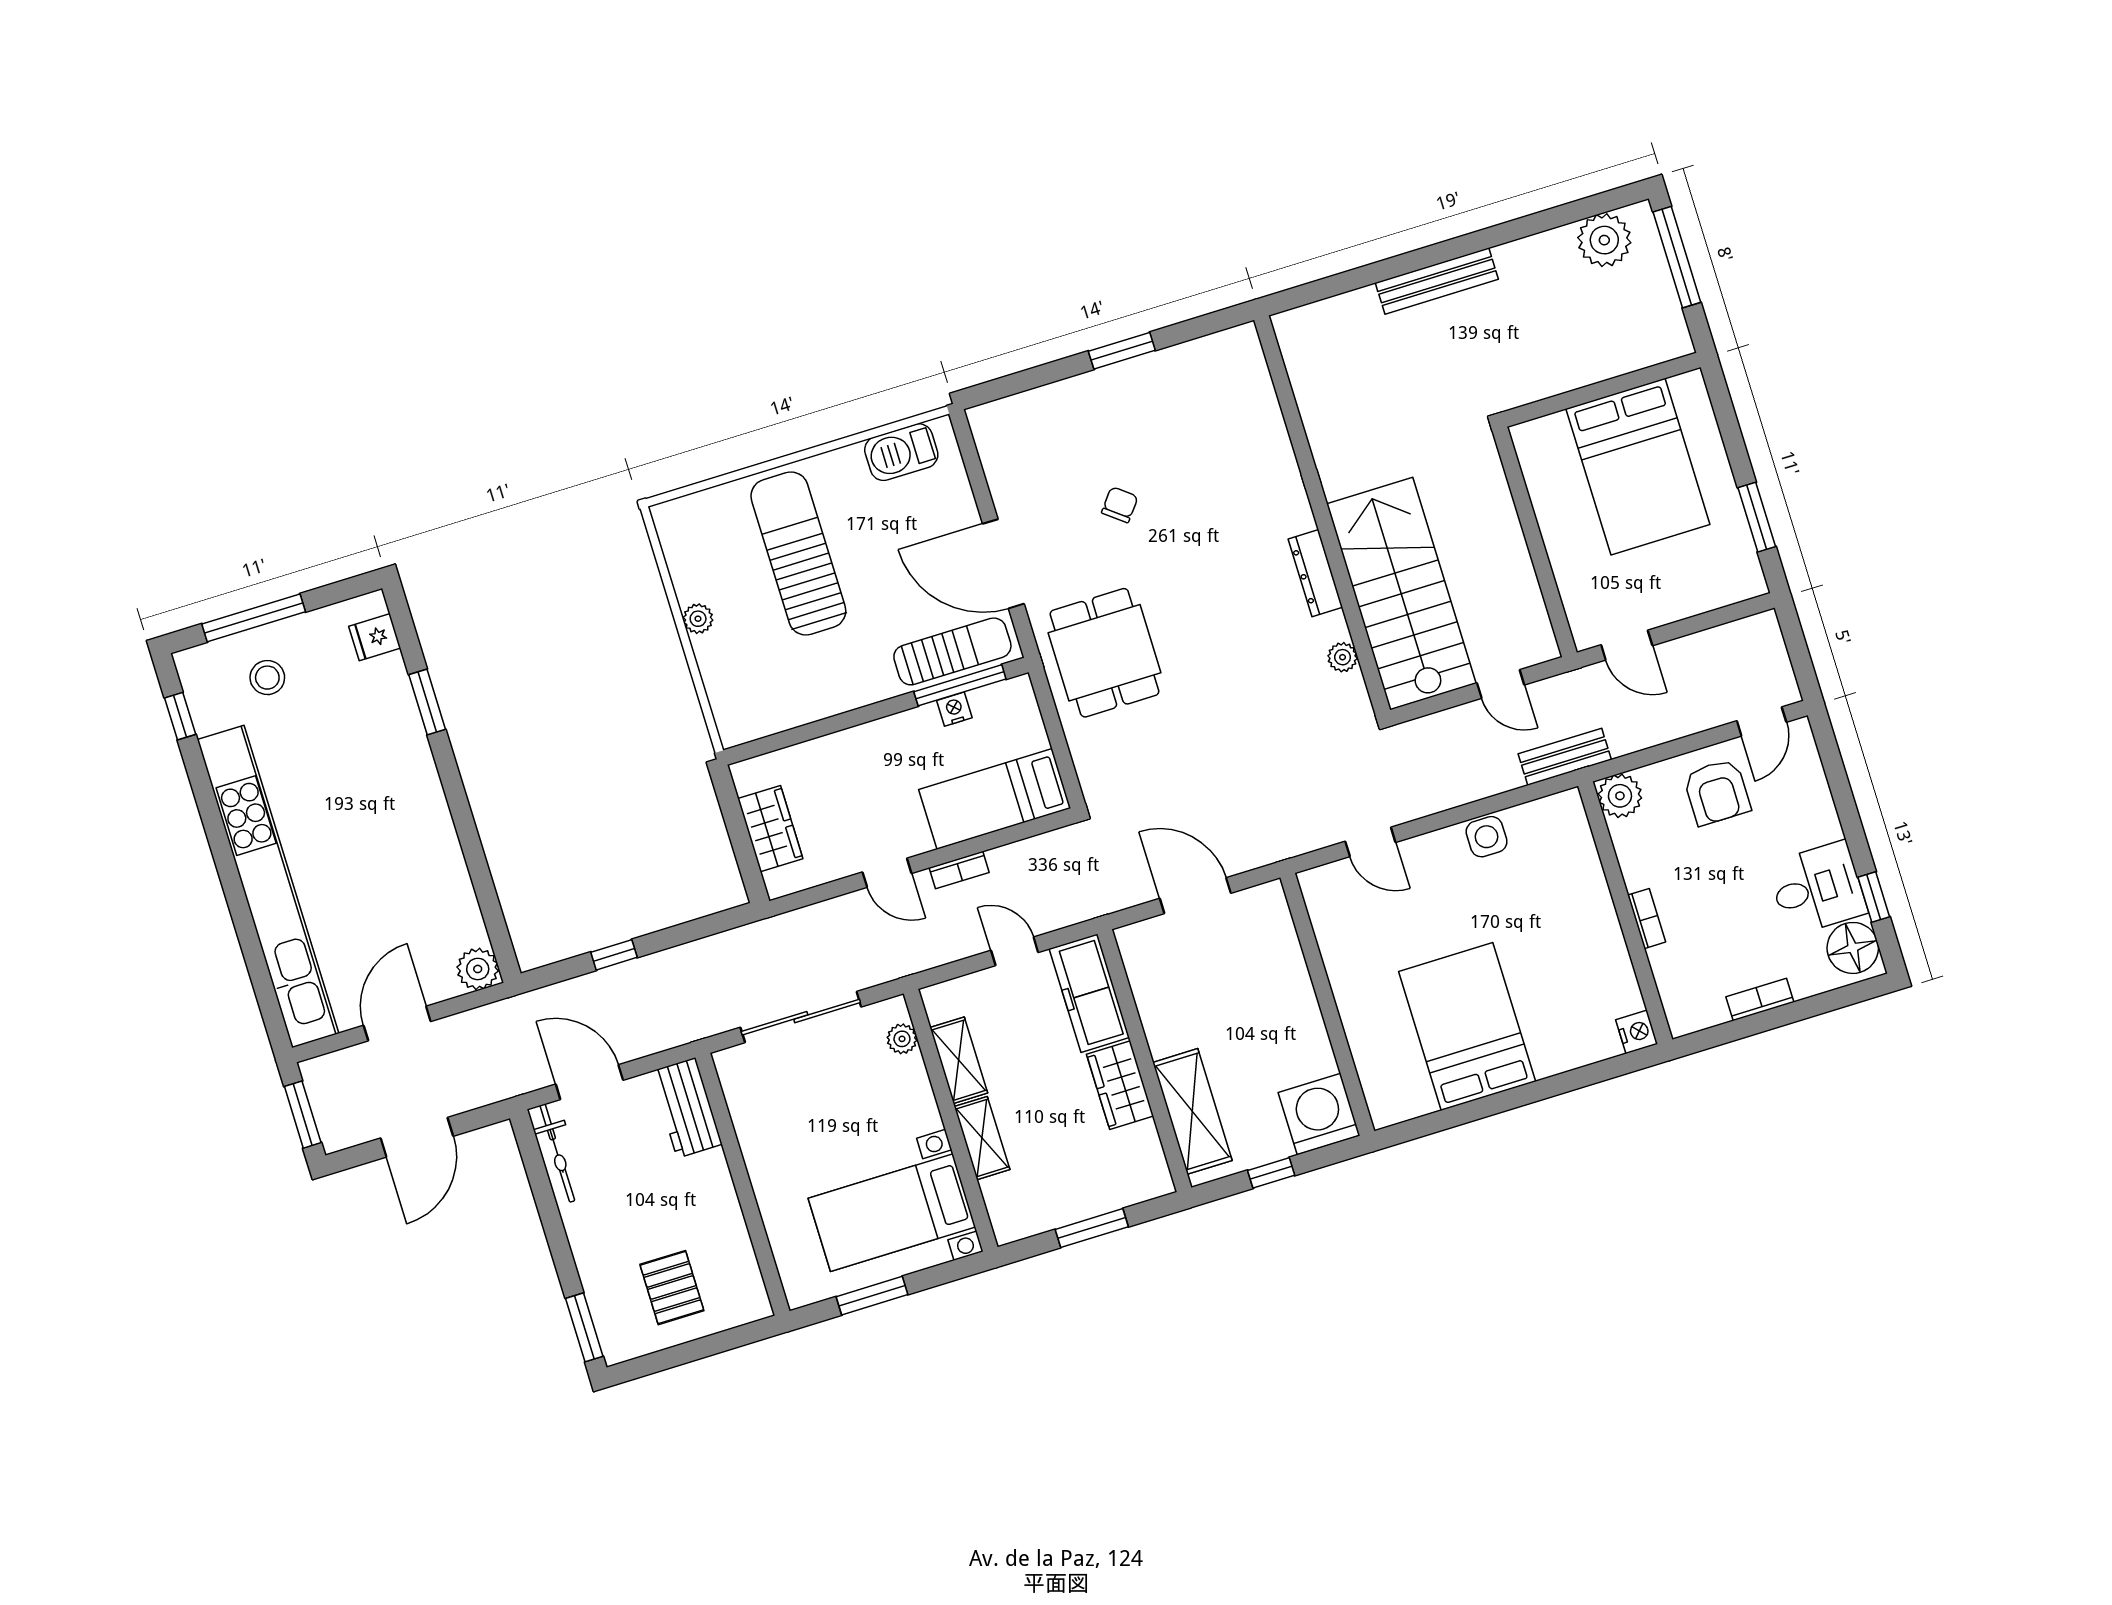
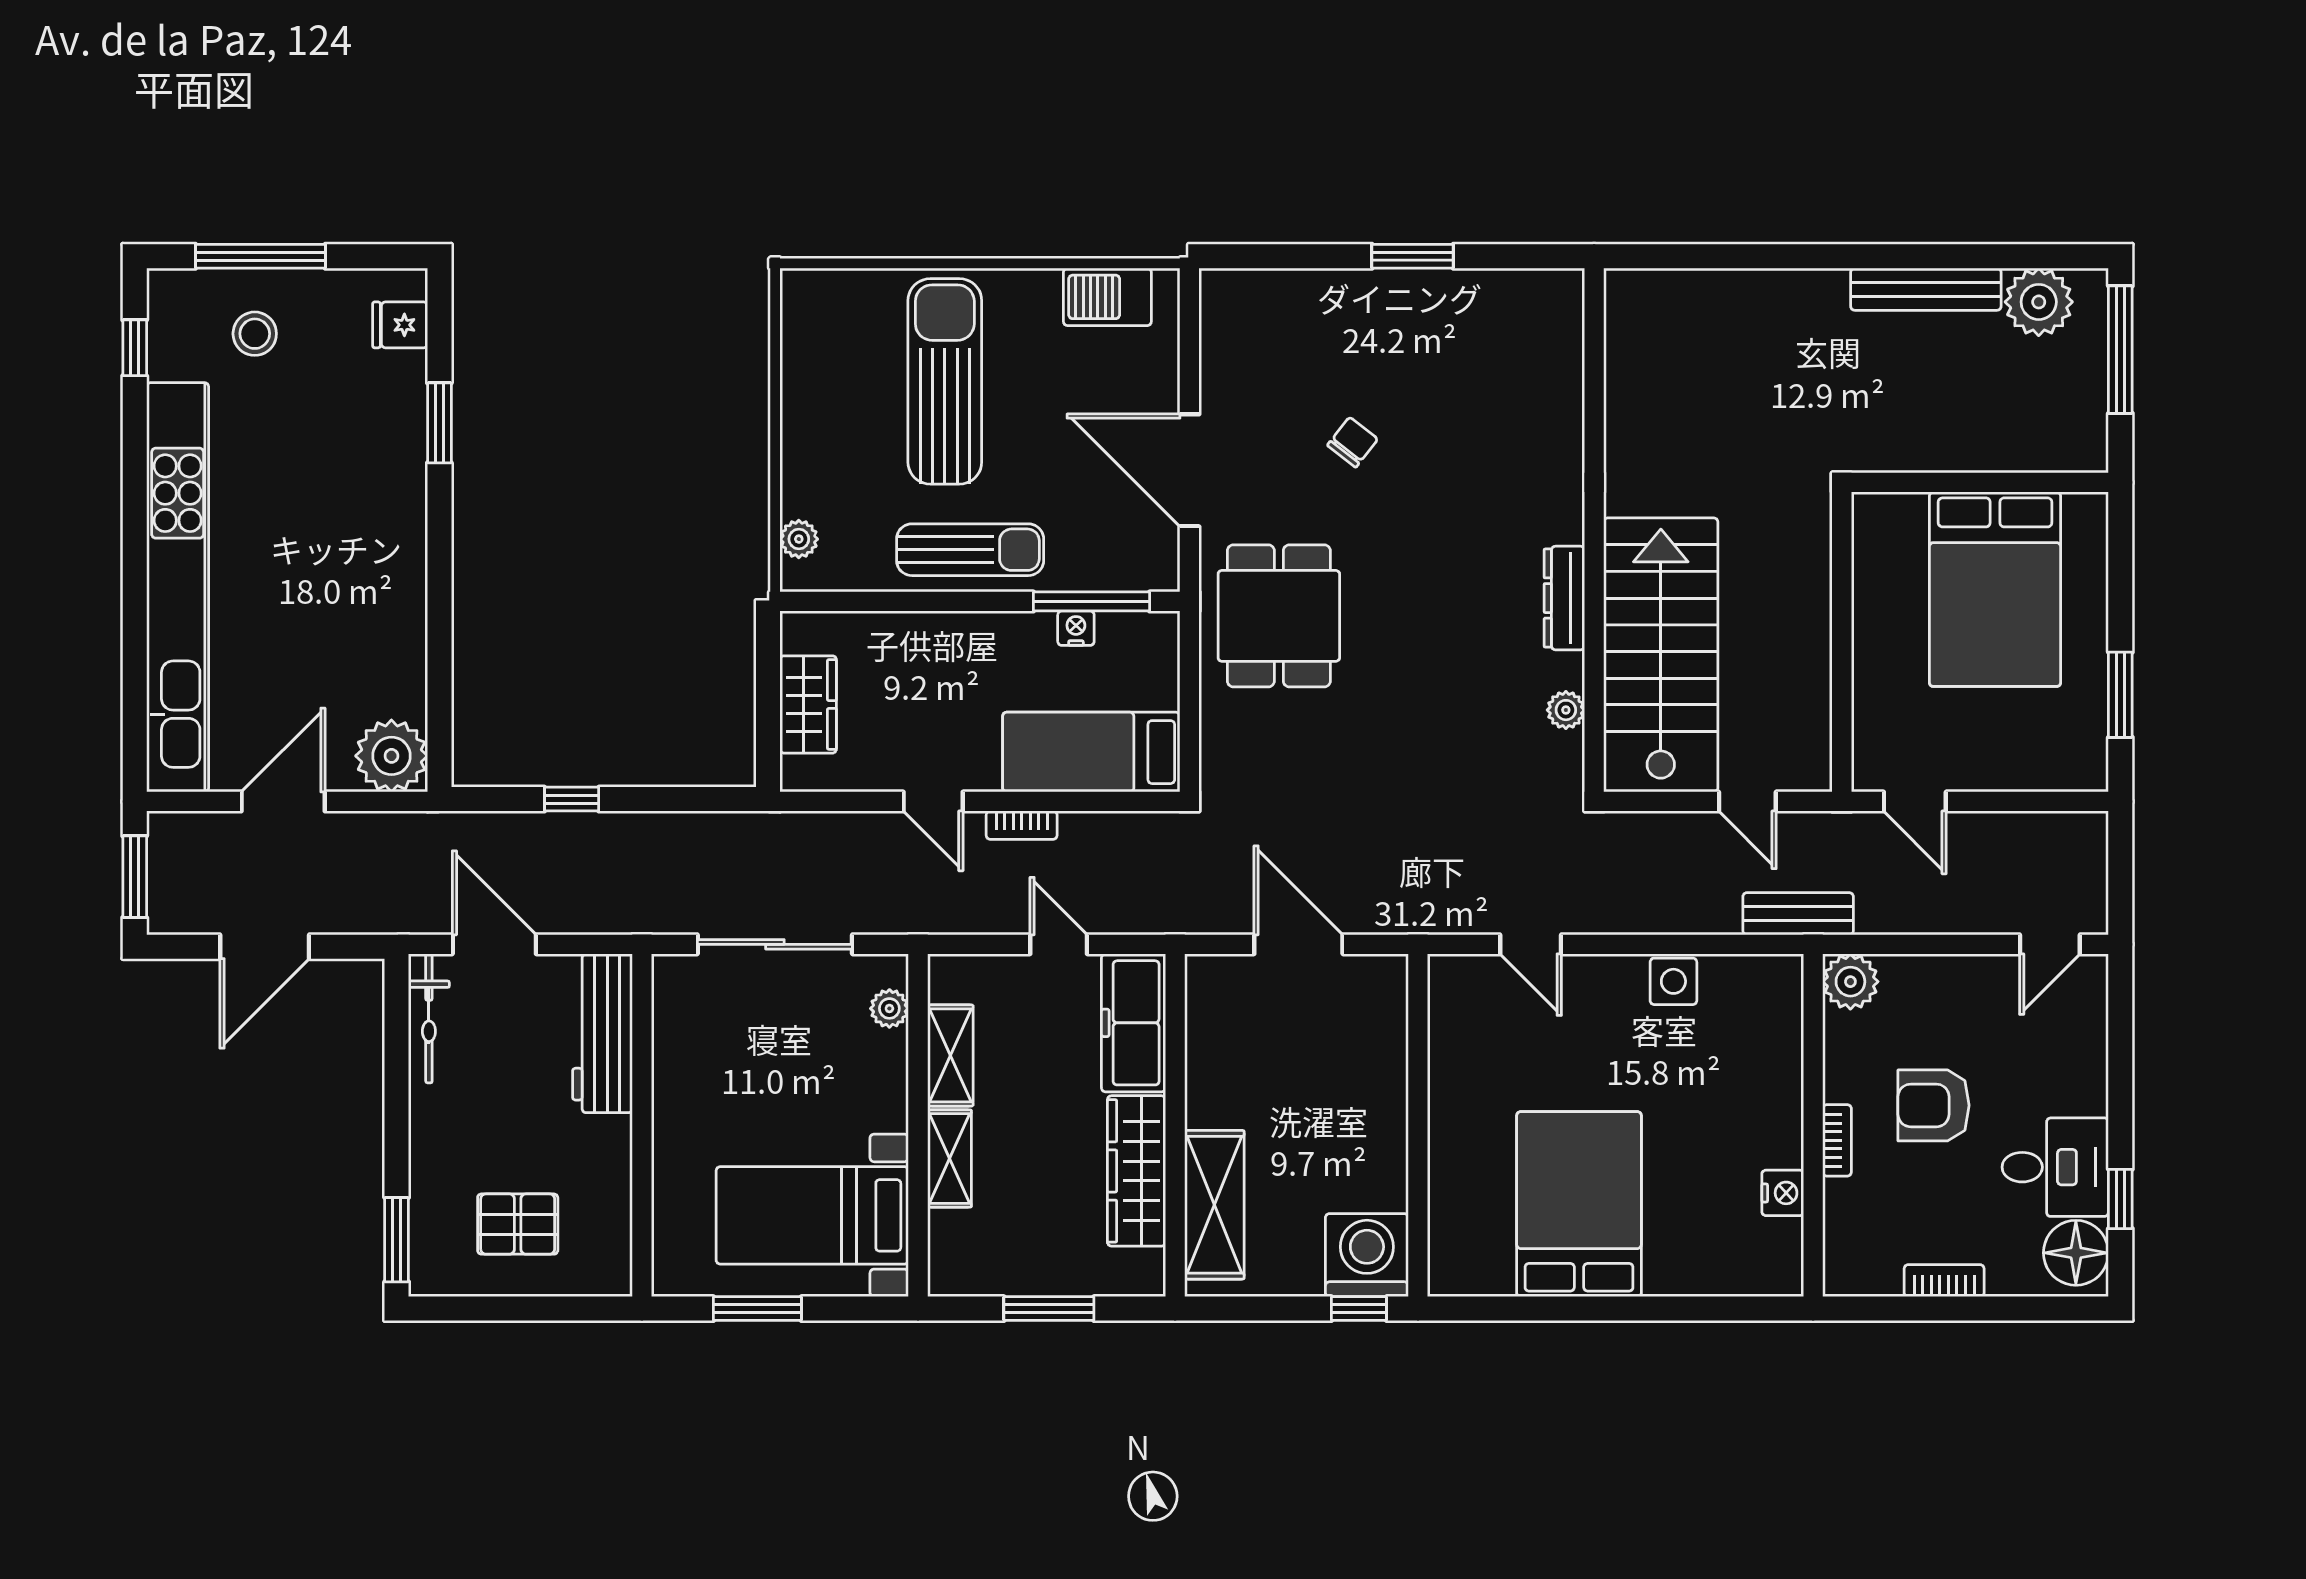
bench: (1437, 281) -> (1926, 289), moved
plant: (698, 619) -> (799, 539), moved
sun lounger: (952, 651) -> (970, 550), moved
armchair: (1717, 792) -> (1933, 1105), moved, turned 90
plant: (478, 969) -> (391, 756), width x1.36, depth x1.36
nightstand: (1637, 1032) -> (1783, 1193), moved
wardrobe: (1120, 1085) -> (1137, 1171), width x1.50
workbench: (686, 1108) -> (602, 1033), width x1.38
window: (1271, 1173) -> (1359, 1309), moved
pallet: (672, 1288) -> (518, 1224), turned 90

